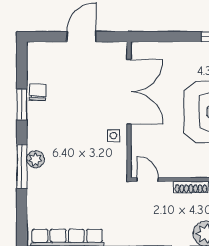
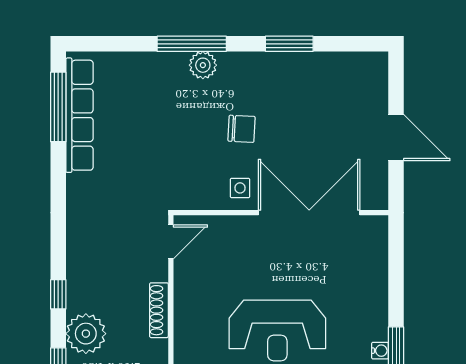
chair: (38, 92) -> (242, 129), moved
double door: (129, 92) -> (309, 213), swing flipped

